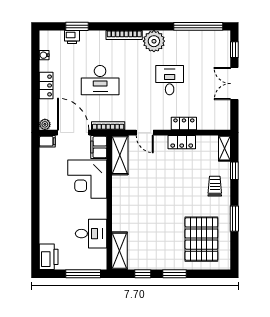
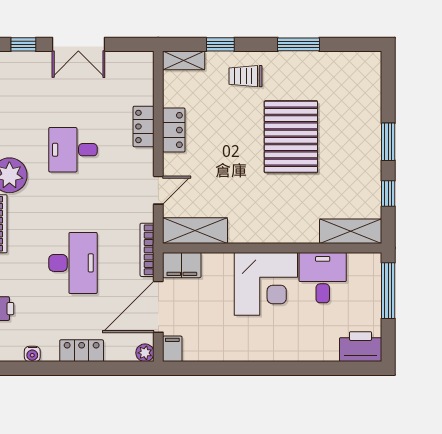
corner desk: (87, 179) -> (266, 284), moved
pallet: (201, 239) -> (291, 137), moved, turned 90

